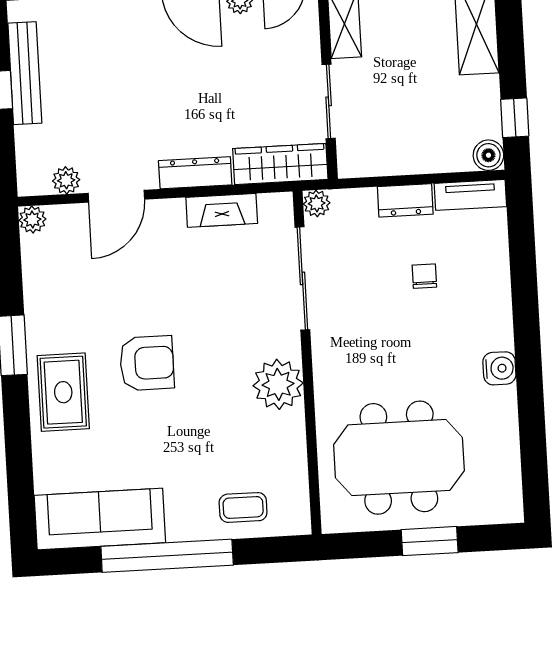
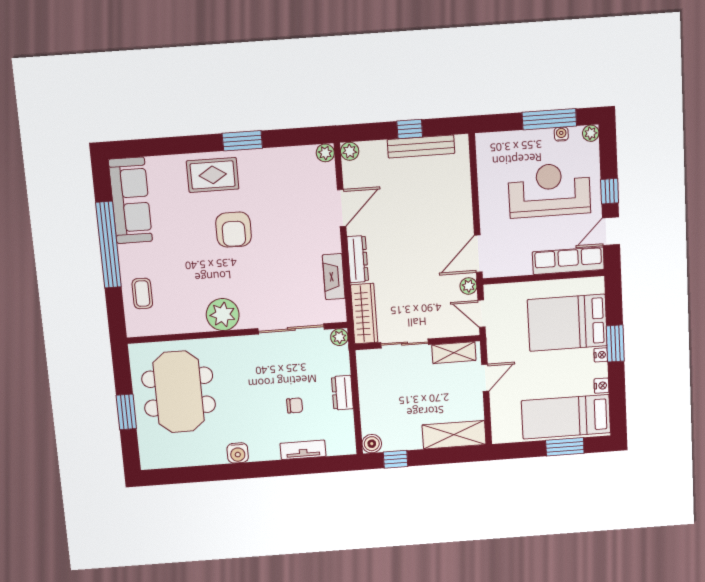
plant: (66, 180) -> (350, 151), moved
tv unit: (470, 195) -> (303, 450), moved, turned 90
door: (116, 196) -> (342, 208), swing flipped

